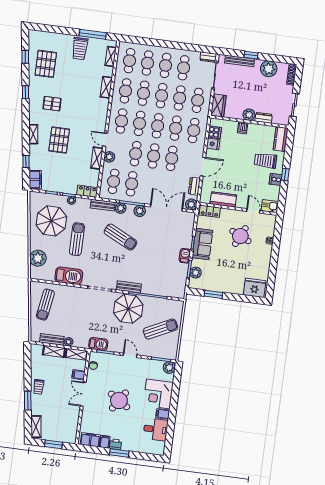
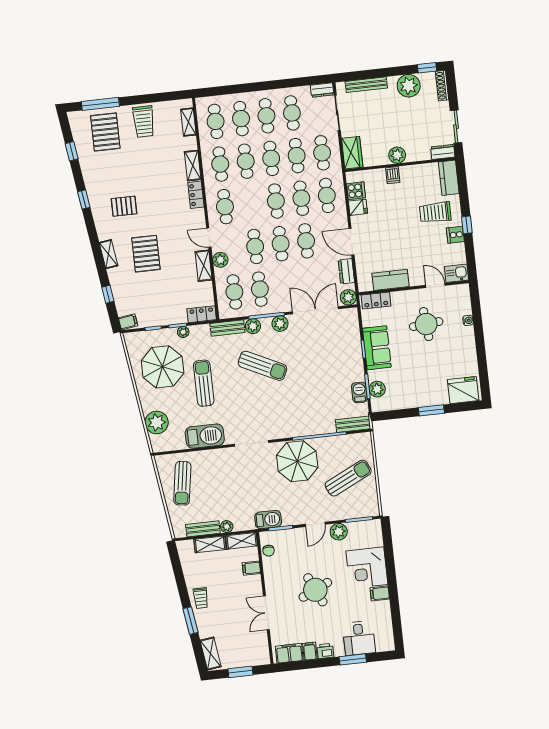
window: (93, 34) -> (100, 104), moved
window: (251, 55) -> (427, 68), moved
pallet: (46, 64) -> (105, 132), moved
locker: (104, 108) -> (196, 195), added
dresser: (264, 118) -> (443, 152), moved
cafe table: (140, 123) -> (250, 204), removed
door: (203, 167) -> (351, 242), swing flipped
filing cabinet: (35, 179) -> (128, 322), width x0.50
round table: (240, 236) -> (426, 324), turned -30
barbecue: (185, 256) -> (359, 392), moved
bench: (129, 287) -> (353, 424), moved
window: (213, 294) -> (431, 410), moved
door: (130, 355) -> (315, 524), swing flipped
plant: (169, 368) -> (339, 532), moved
double door: (83, 394) -> (266, 613), moved
round table: (119, 400) -> (315, 590), turned 32
desk: (156, 429) -> (359, 638), moved, turned 90
window: (119, 453) -> (353, 659), moved

